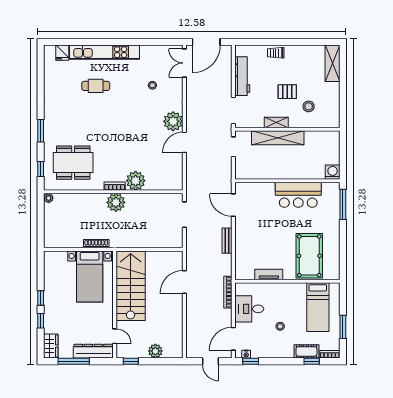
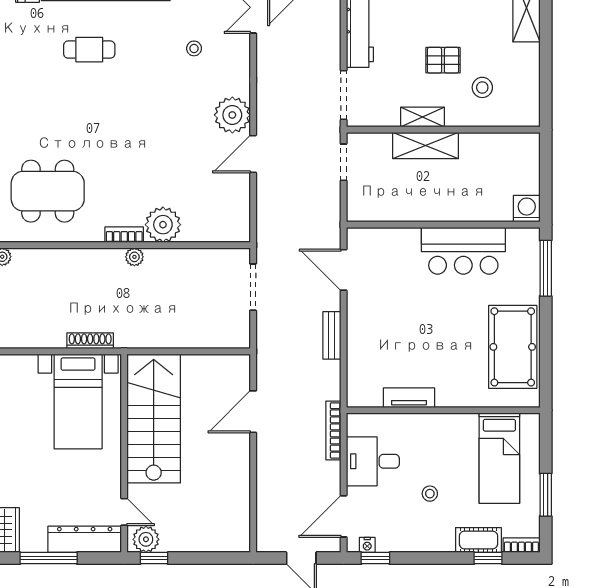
shelving: (278, 138) -> (426, 146), width x0.68
plant: (116, 202) -> (134, 257), width x0.53, depth x0.53
pool table: (309, 256) -> (513, 347), moved
plant: (155, 351) -> (146, 539), moved

